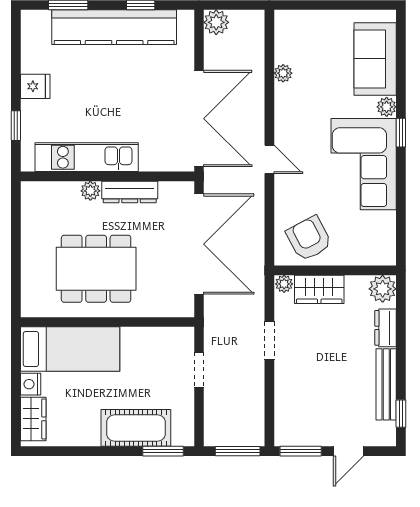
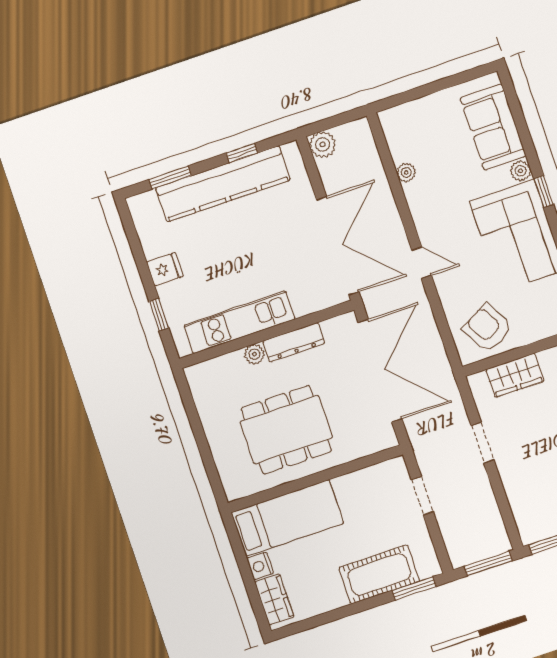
plant: (284, 284) -> (478, 382), removed

